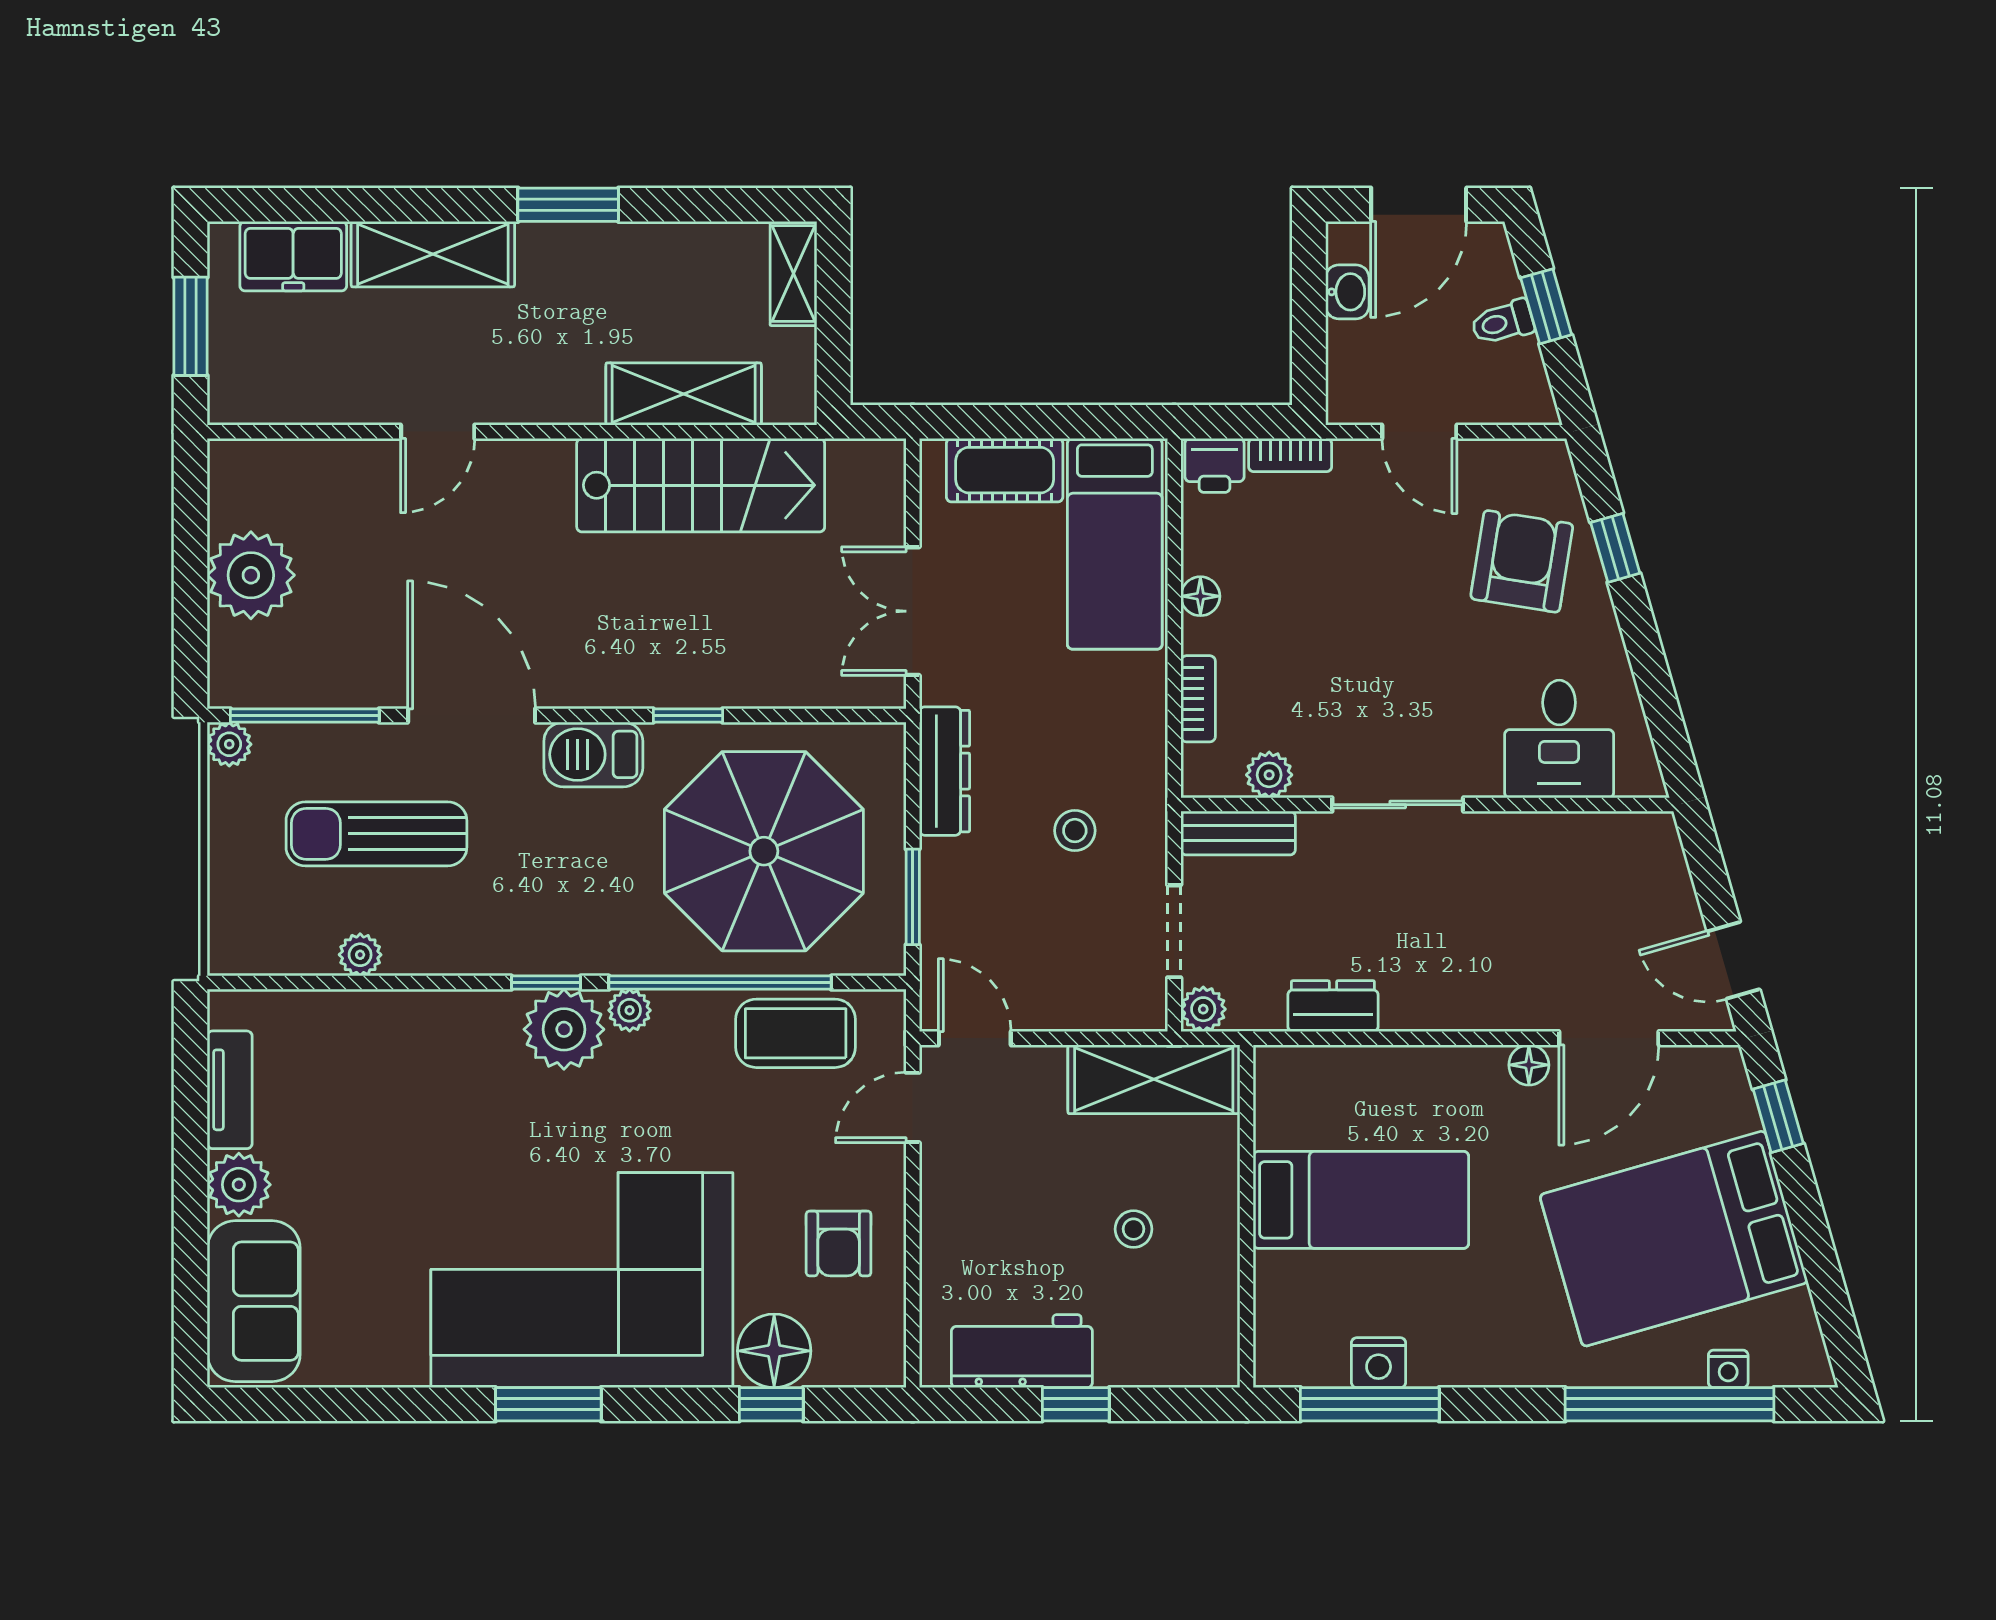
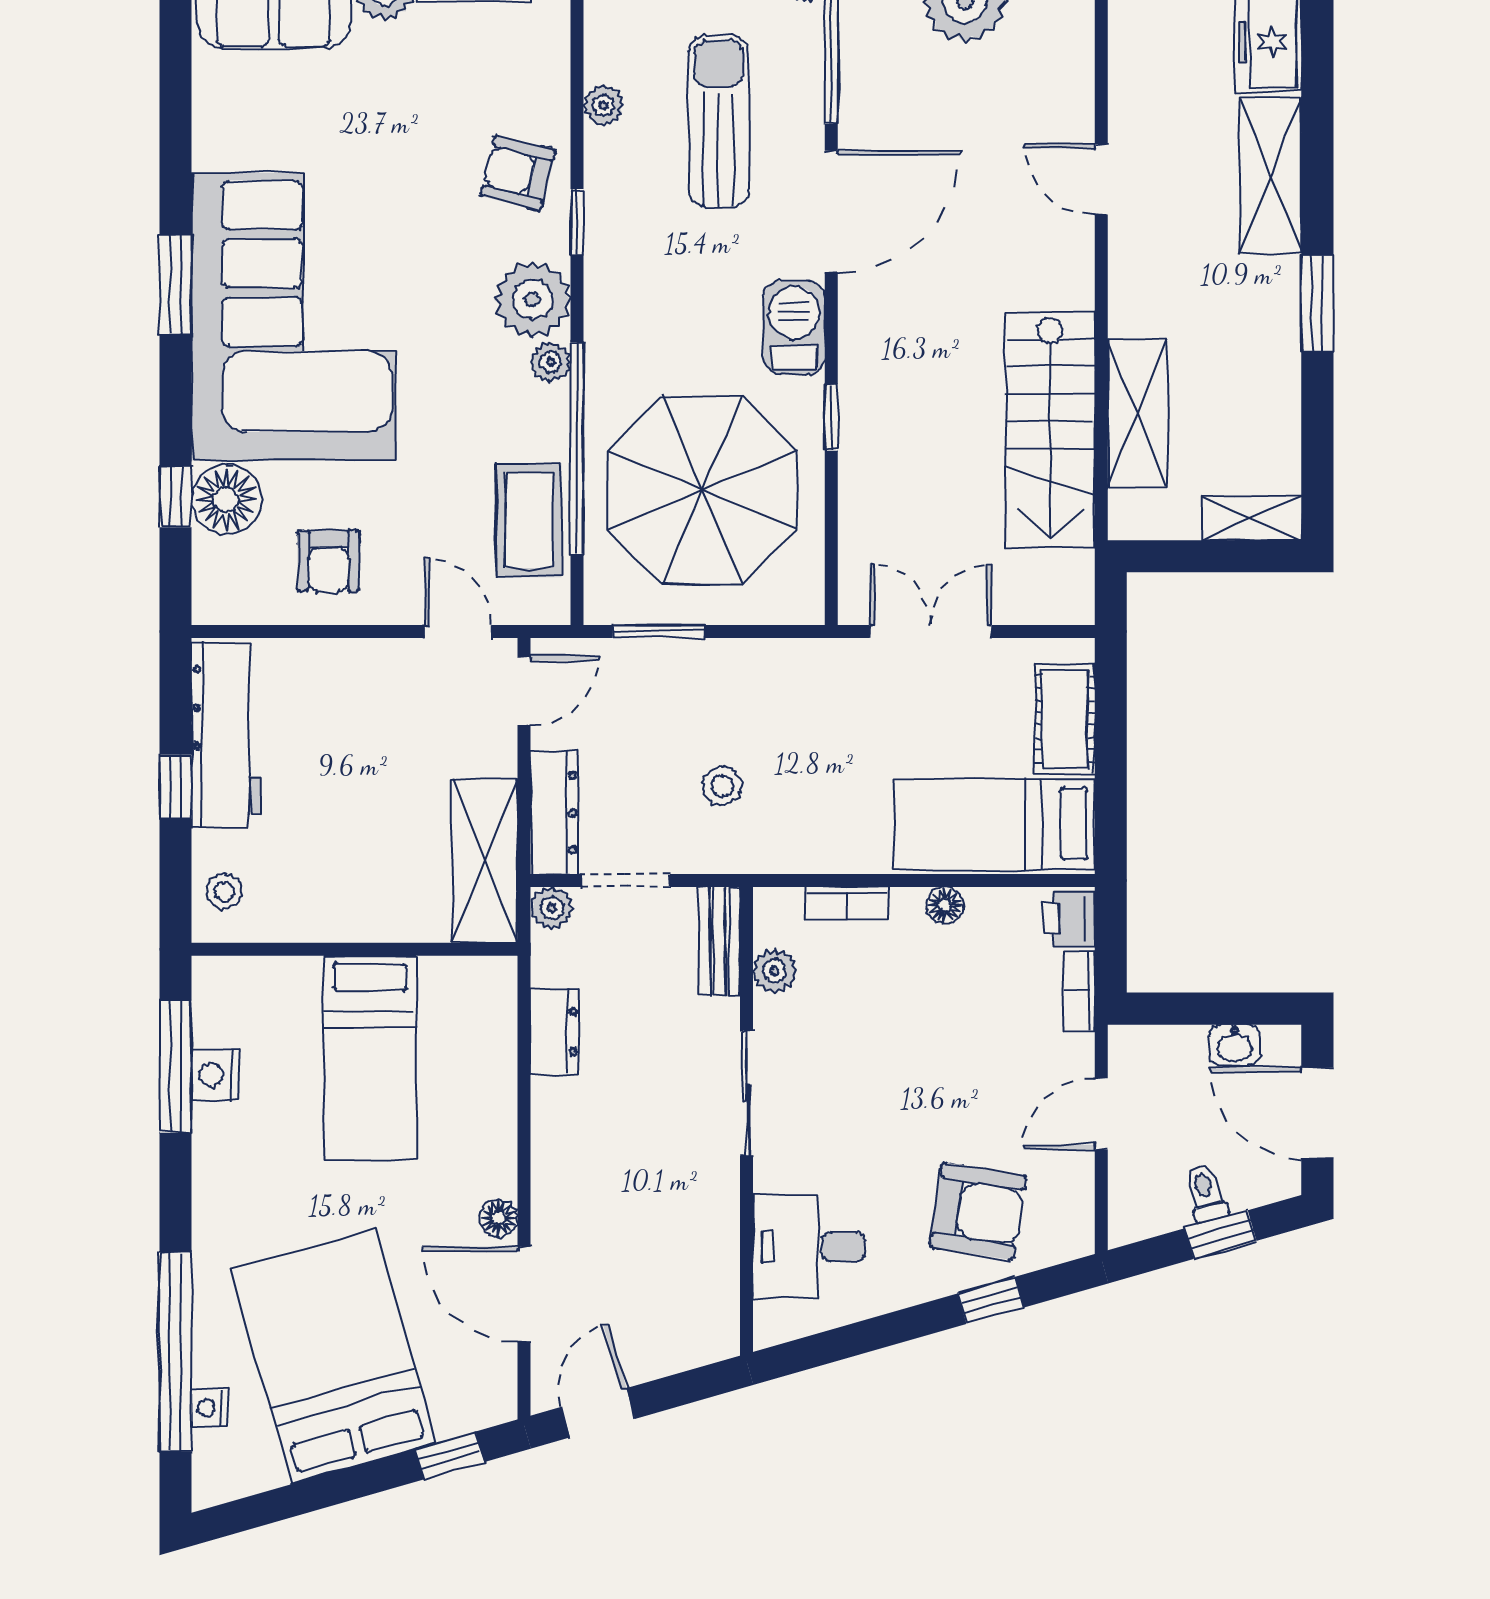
dresser: (944, 771) -> (554, 813), moved, turned -90
window: (546, 983) -> (577, 222), moved
armchair: (431, 1044) -> (518, 173), added
stool: (1134, 1229) -> (224, 891), moved
armchair: (839, 1243) -> (329, 561), turned -90
workbench: (1022, 1351) -> (226, 735), width x1.38

